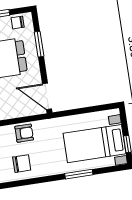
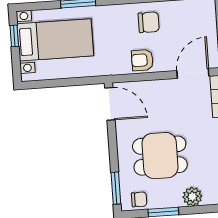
window: (39, 44) -> (116, 188), moved
chair: (22, 164) -> (149, 22), turned 180

